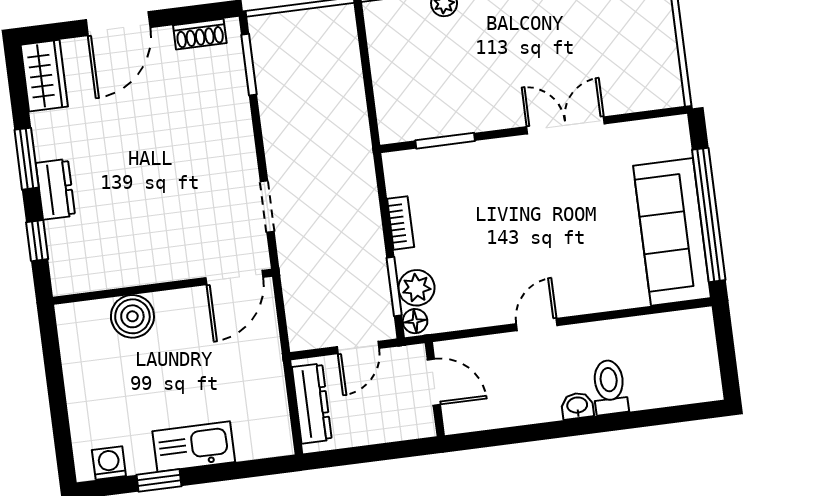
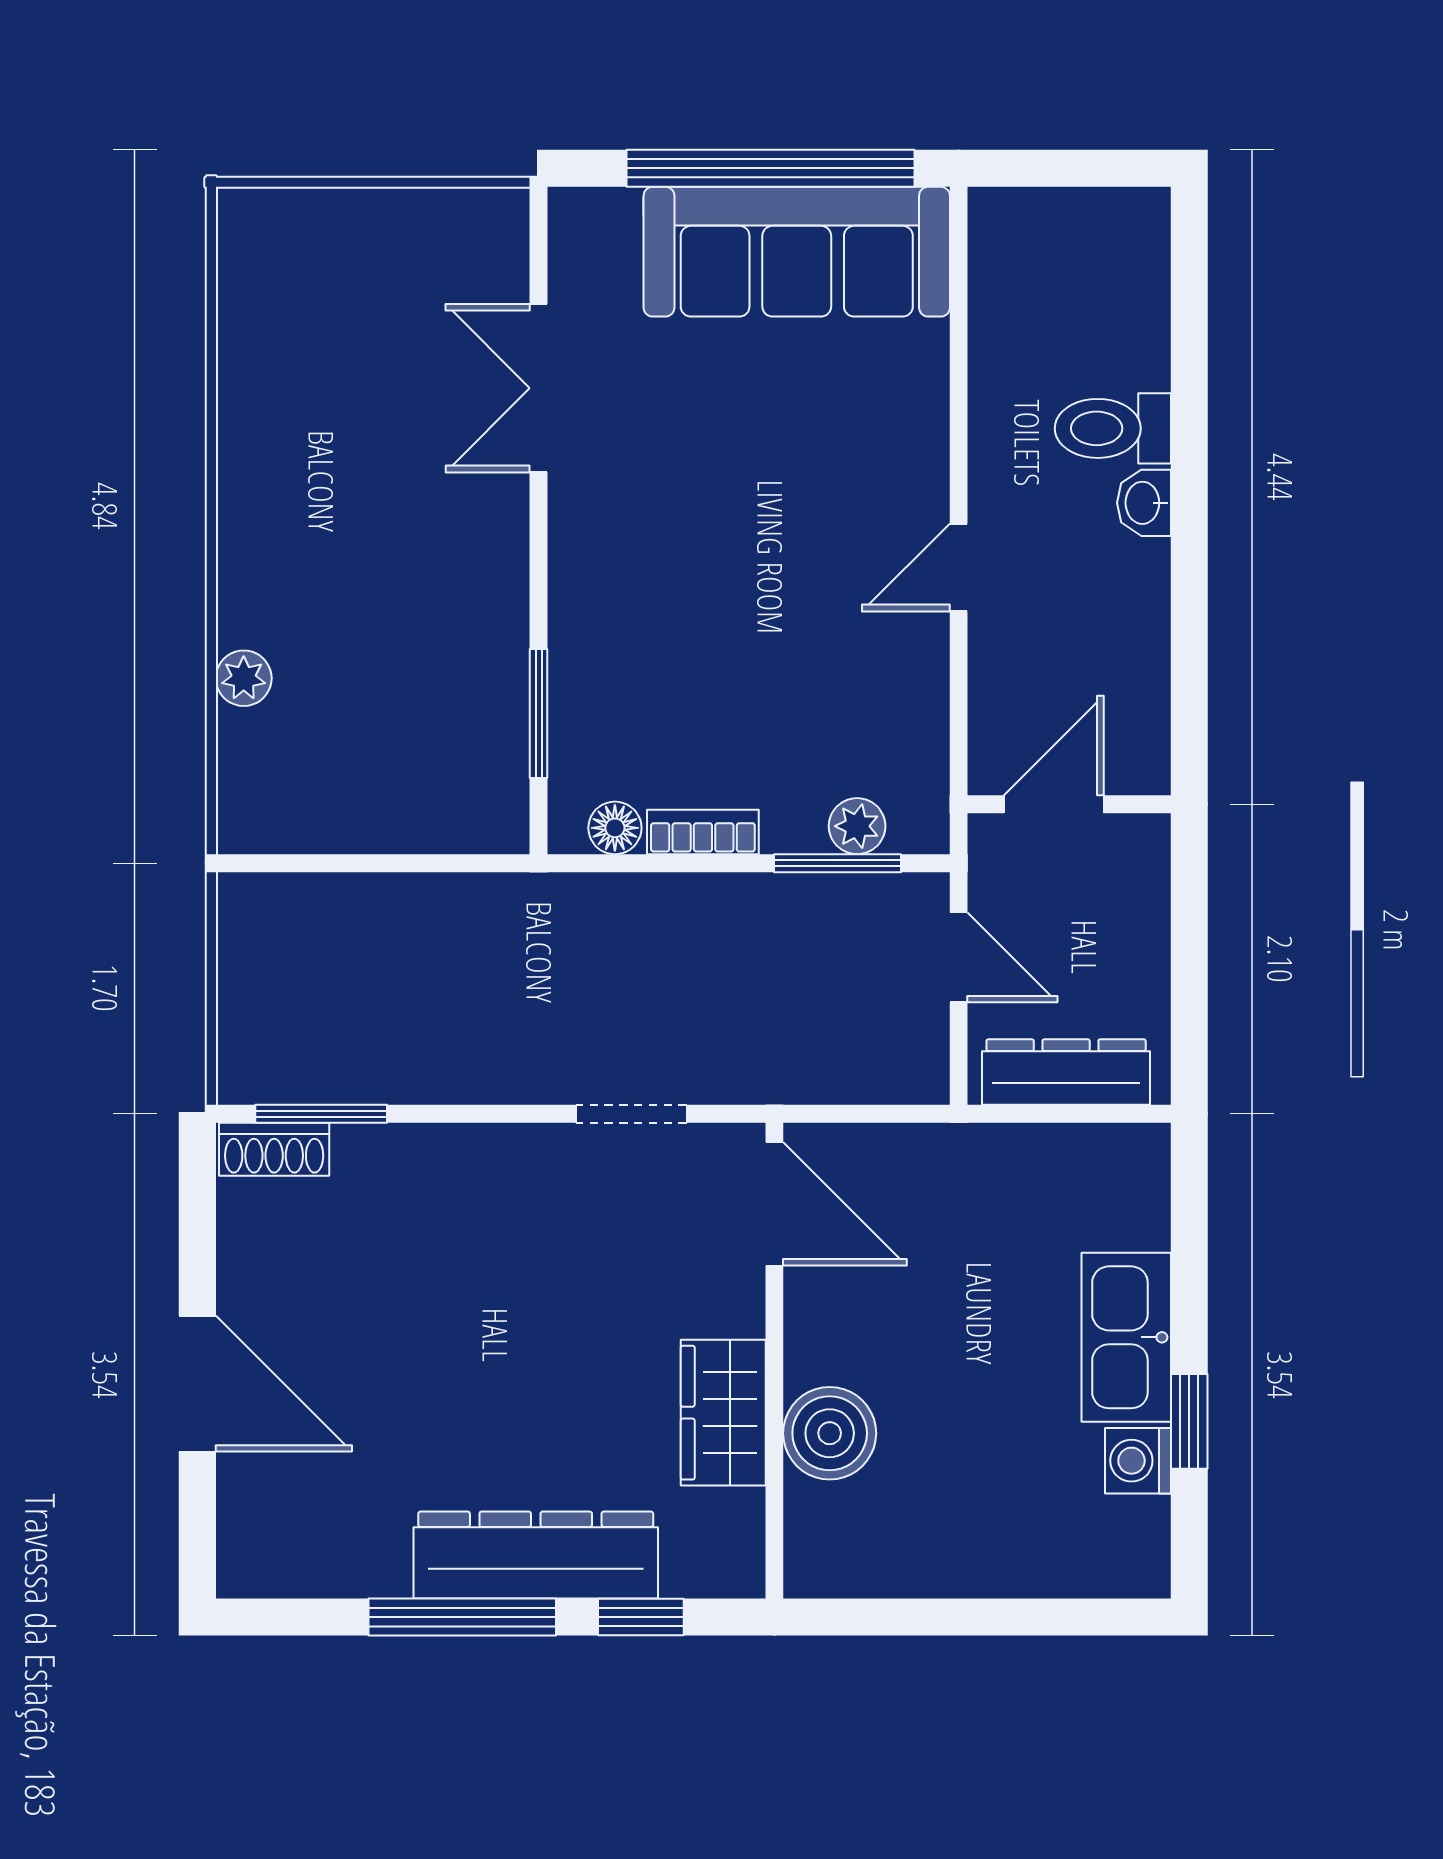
shoe rack: (200, 34) -> (274, 1149), moved, turned 90
wardrobe: (44, 76) -> (723, 1413), moved, turned -90
double door: (566, 125) -> (539, 388), moved
window: (27, 159) -> (462, 1617), width x1.44
dresser: (55, 189) -> (536, 1555), width x1.96, depth x1.24
plant: (416, 288) -> (857, 826), width x0.73, depth x0.73
floor lamp: (415, 321) -> (615, 828), moved
door: (537, 325) -> (959, 567), hinge flipped
washing machine: (109, 463) -> (1138, 1461), moved

